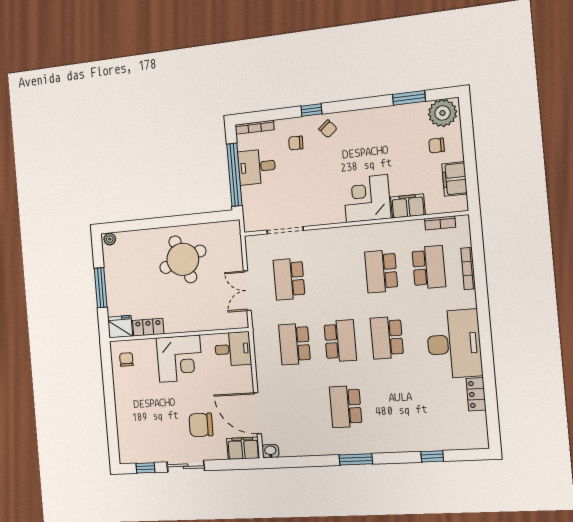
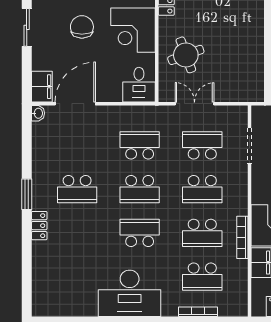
bookcase: (440, 223) -> (242, 237), moved, width x1.56
round table: (183, 259) -> (186, 55), moved, width x0.73, depth x0.73
school desk: (381, 271) -> (202, 233), turned 180
school desk: (335, 275) -> (202, 189), added
locker: (476, 394) -> (39, 226), moved, turned 90
school desk: (346, 407) -> (77, 189), turned 180
chair: (201, 425) -> (82, 27), moved
window: (432, 456) -> (27, 265), removed

